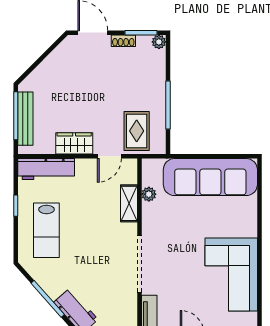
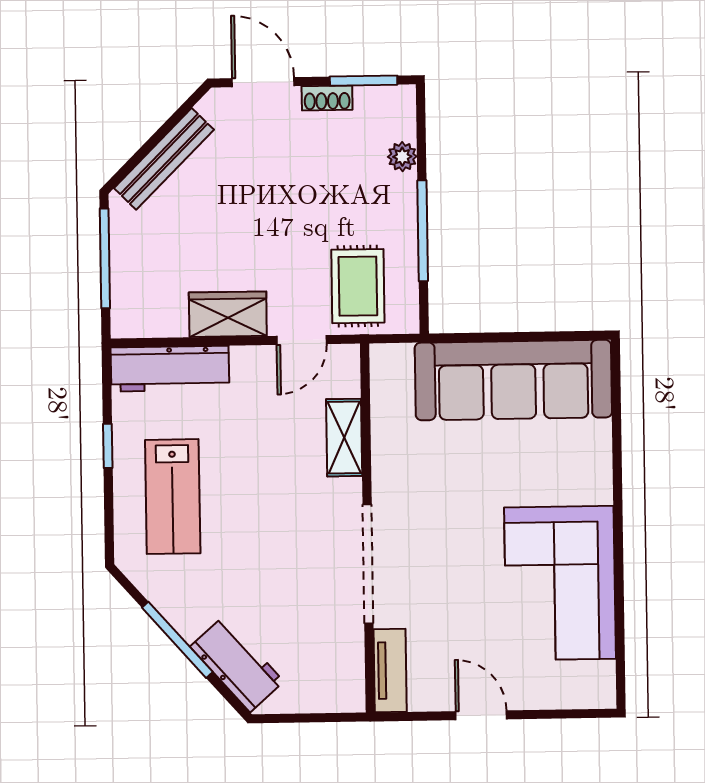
plant: (159, 42) -> (402, 157), moved
bench: (25, 119) -> (164, 159), moved, turned 45
plant: (149, 194) -> (385, 418), removed

